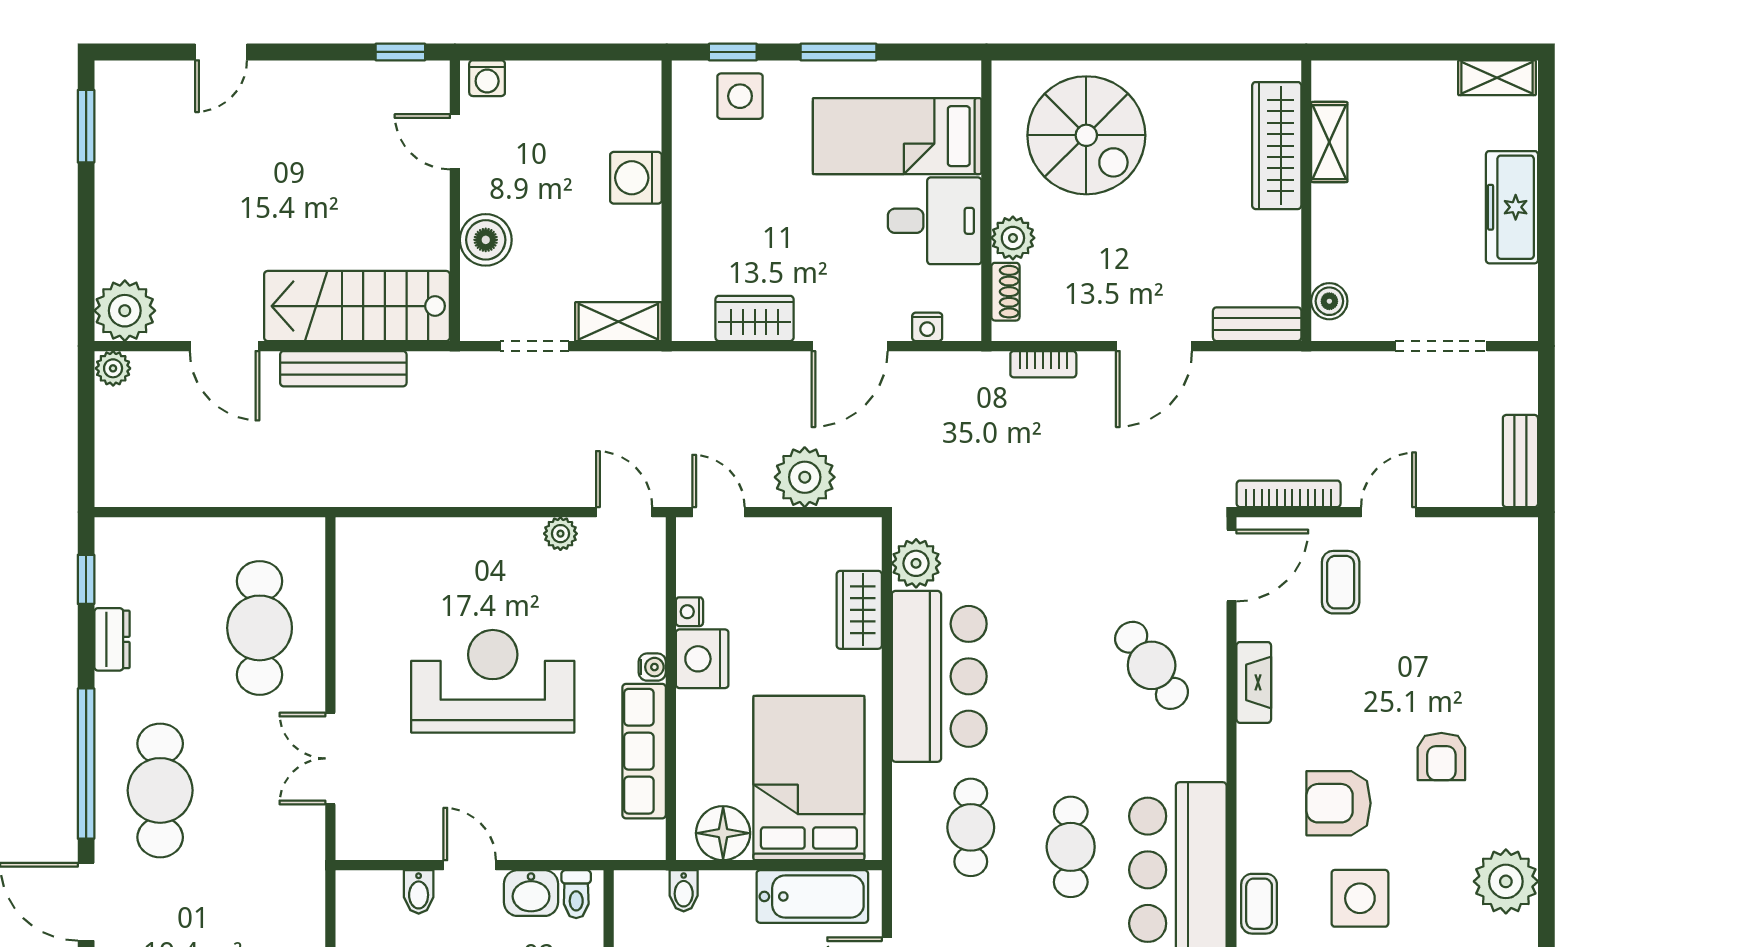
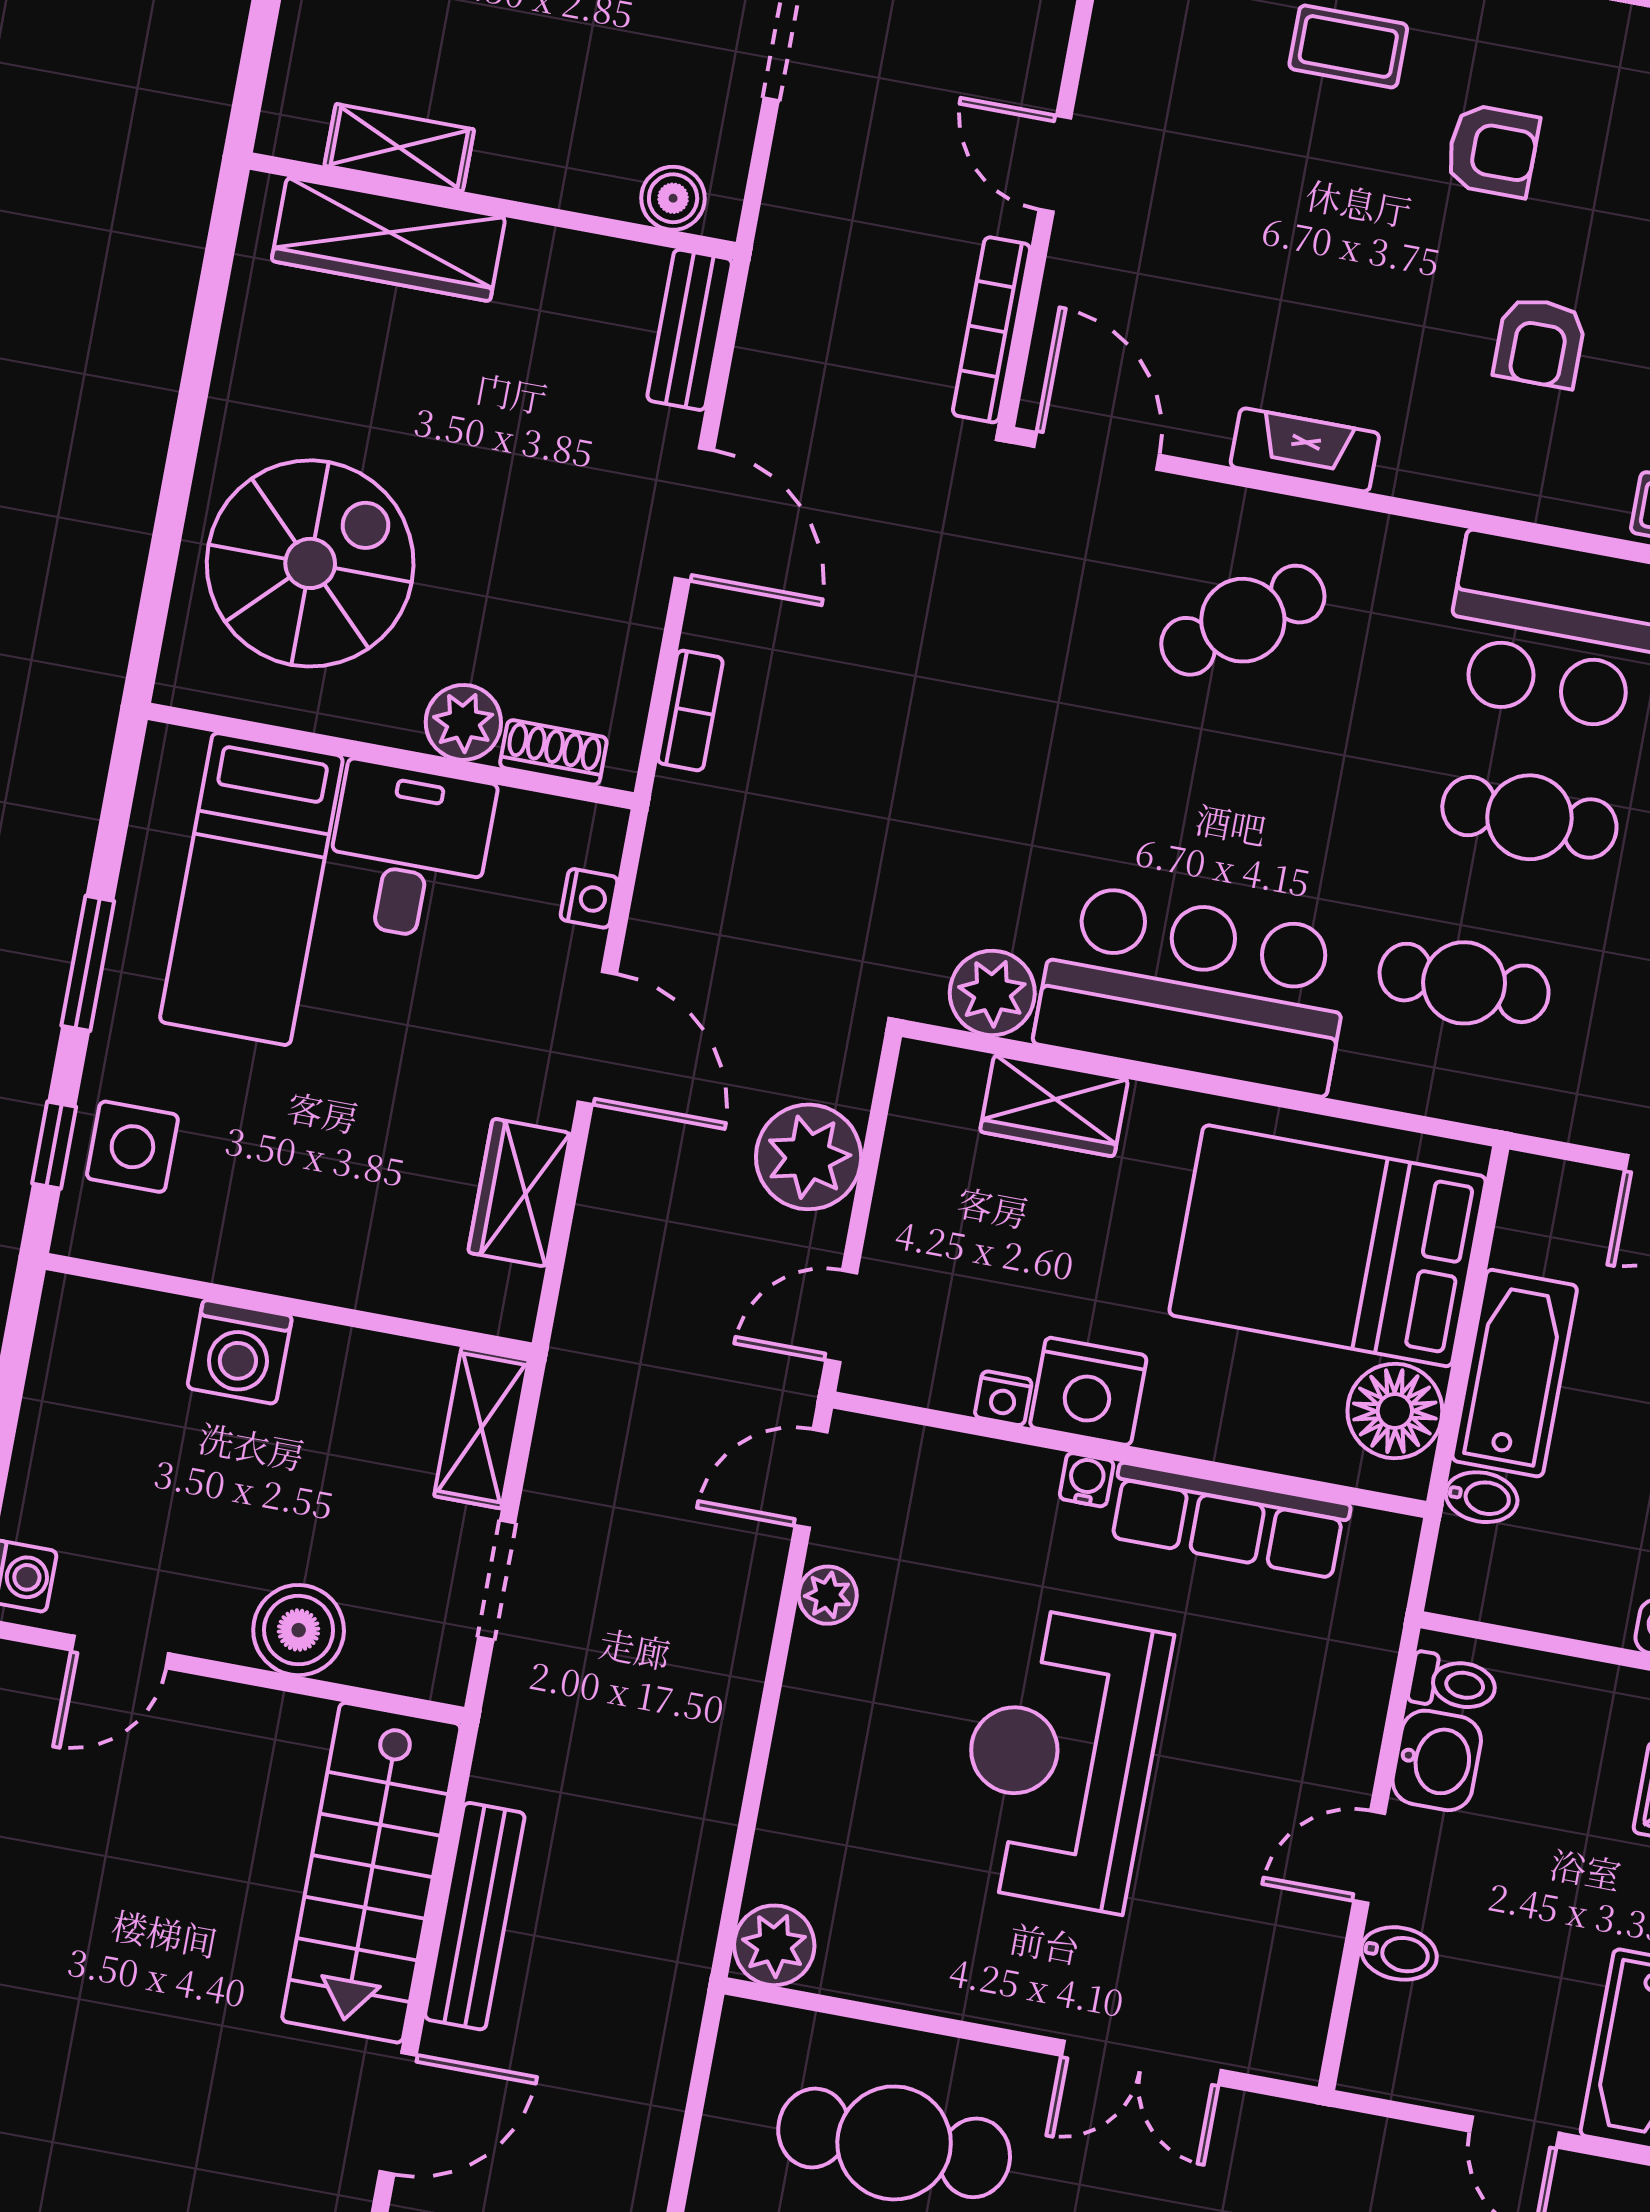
plant: (358, 540) -> (774, 1945), added
coffee table: (1341, 582) -> (1348, 46), moved
armchair: (1339, 803) -> (1540, 342), width x0.72, depth x0.72
bathtub: (812, 896) -> (1515, 1373), moved

